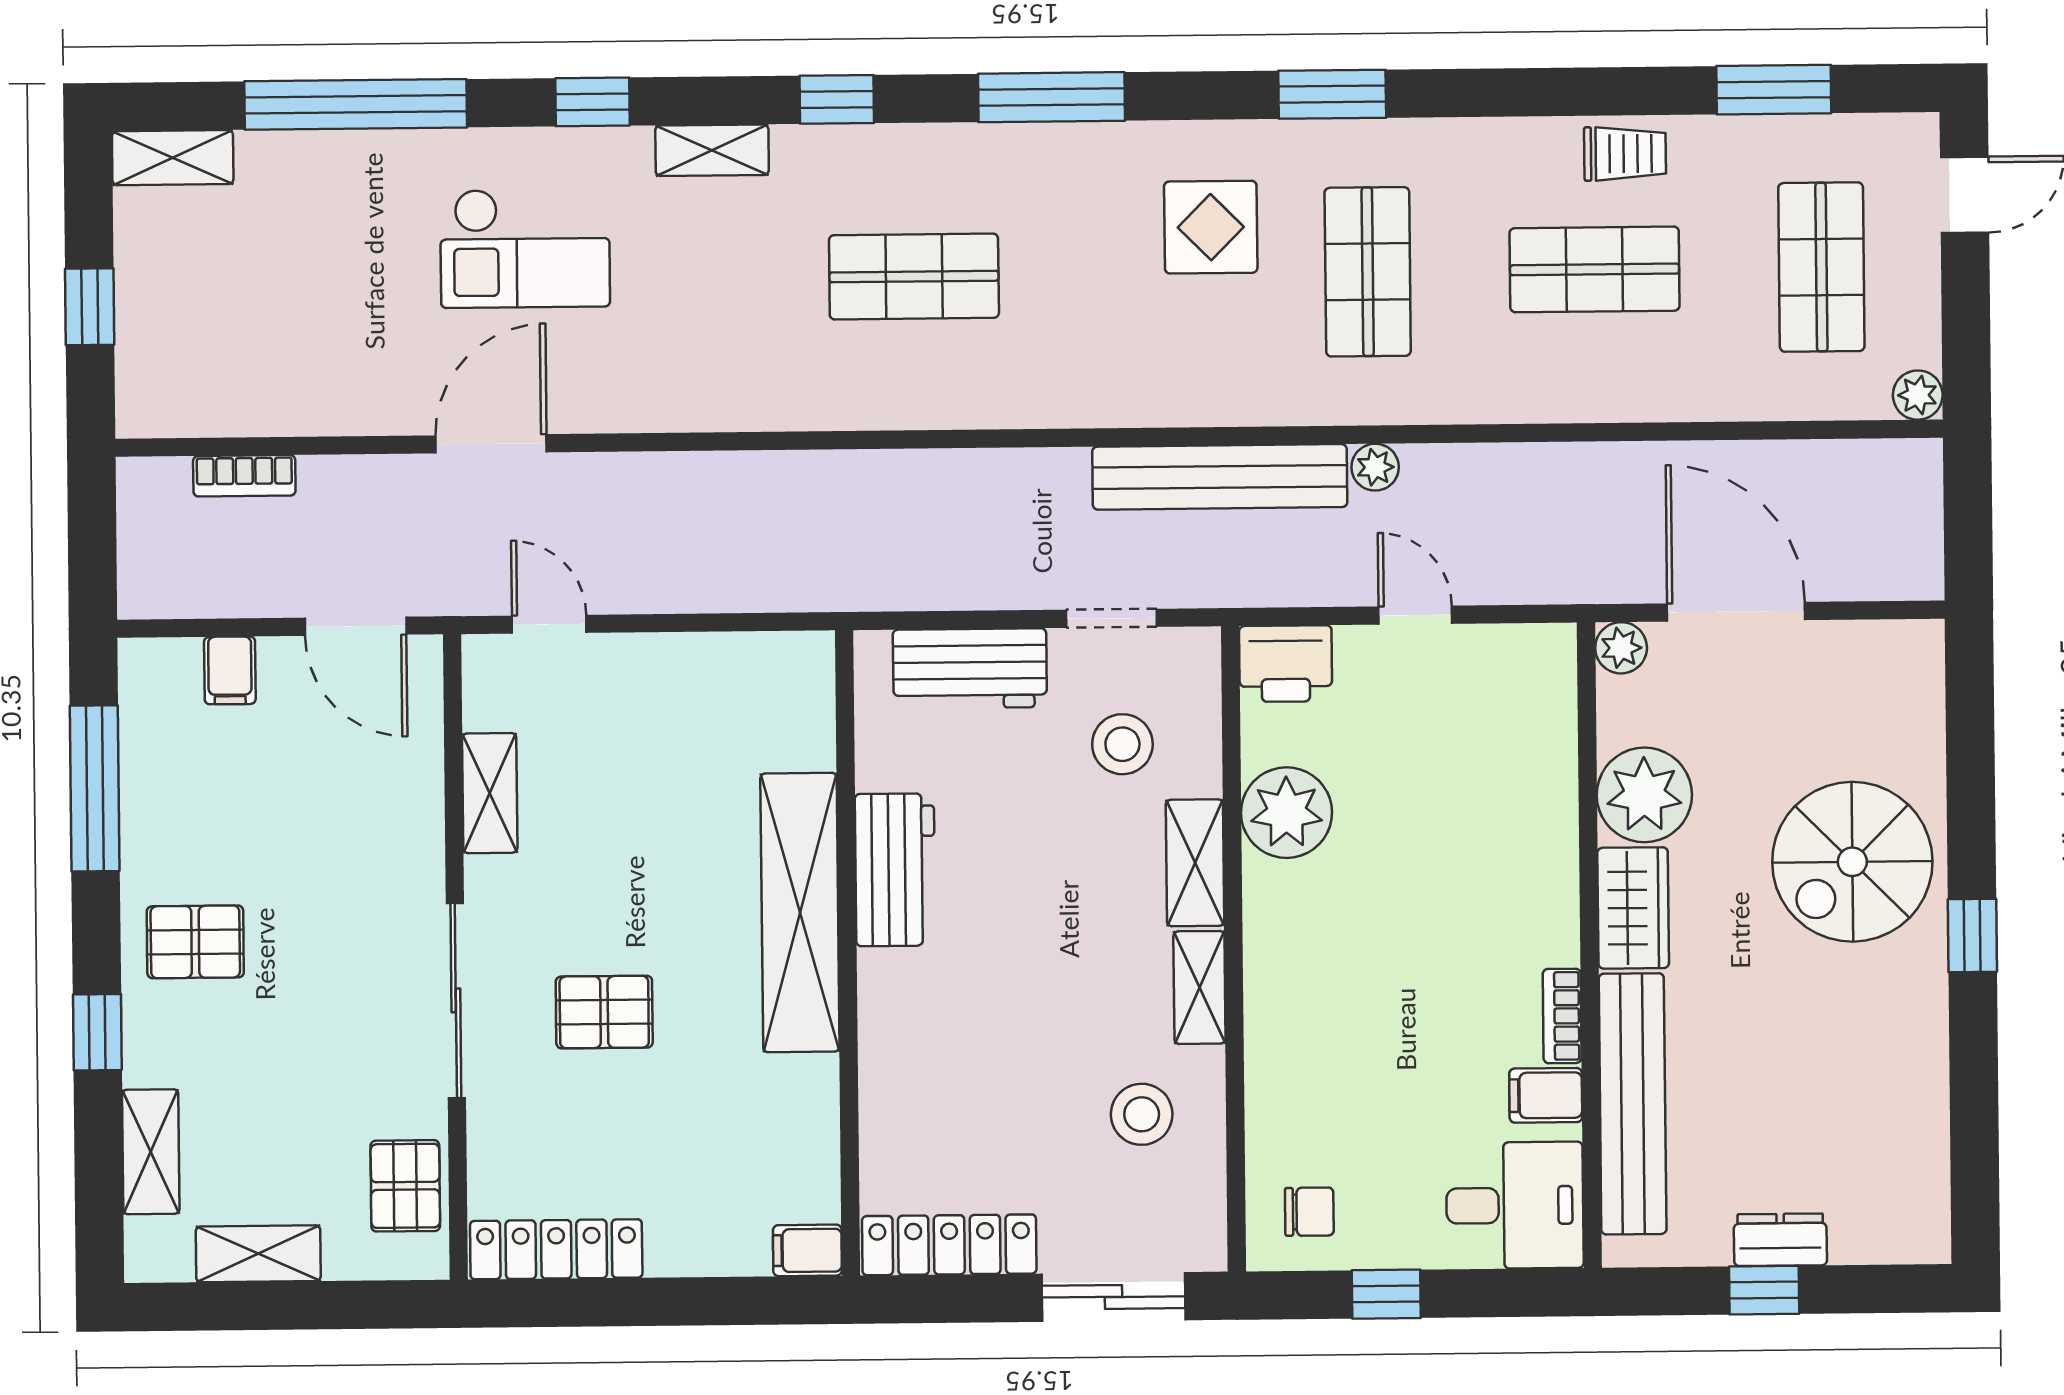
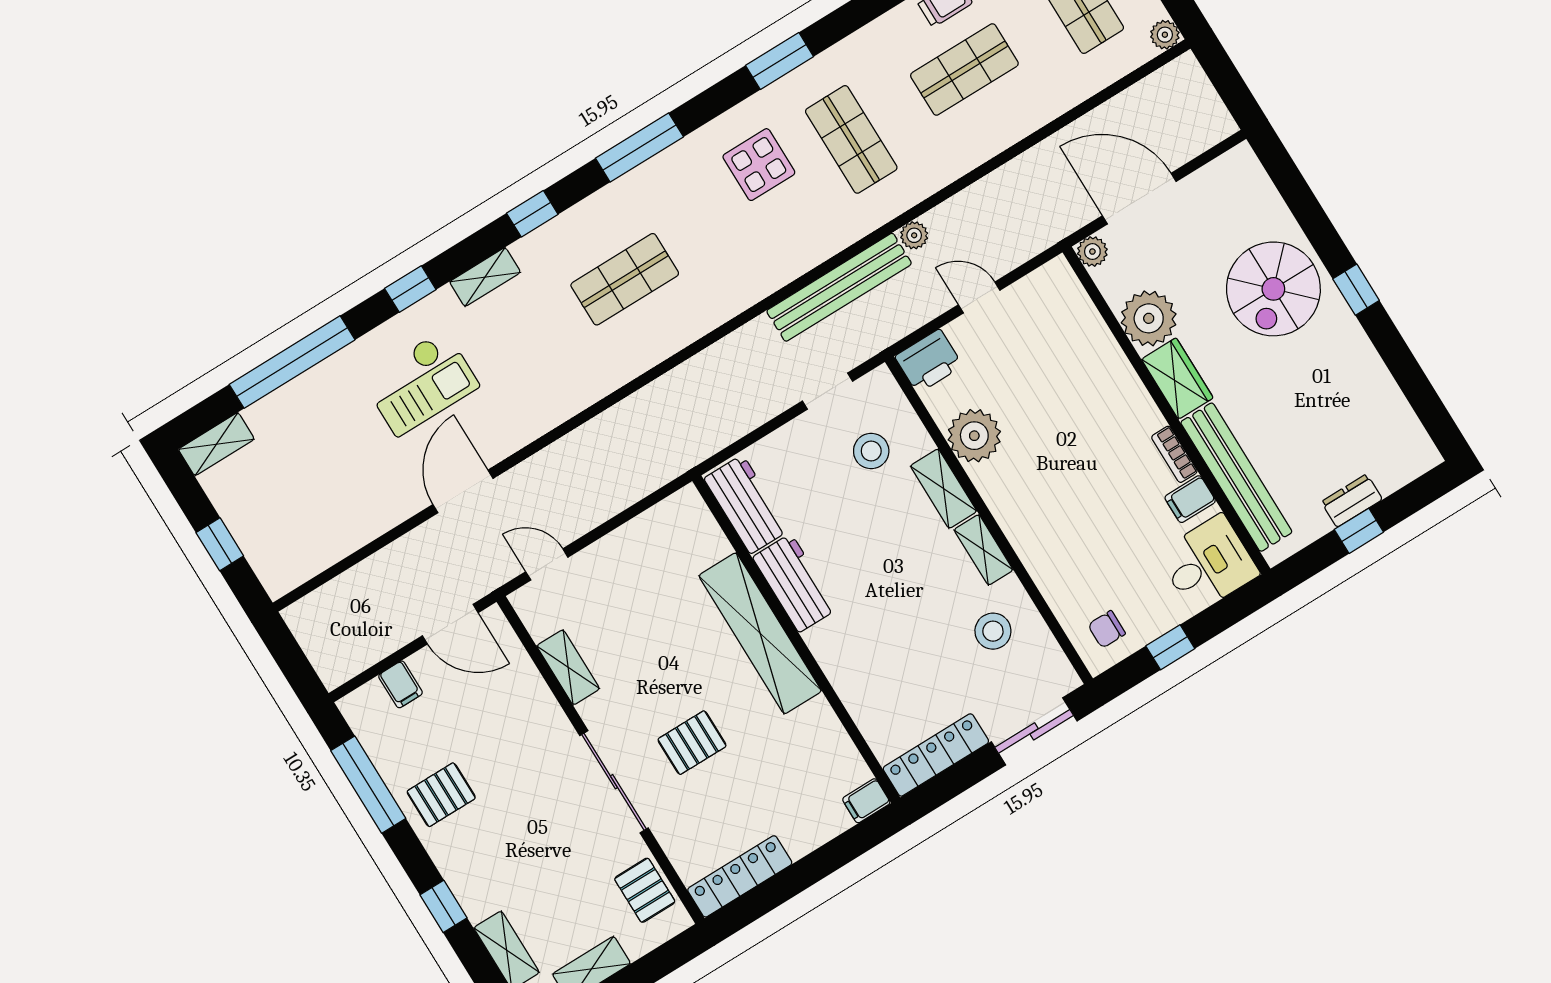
bookcase: (244, 476) -> (349, 582), removed
workbench: (970, 668) -> (746, 504), moved, turned -90
pallet: (195, 942) -> (441, 795), moved
chair: (1309, 1212) -> (1107, 629), turned 180

